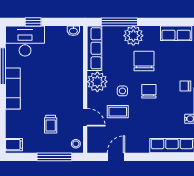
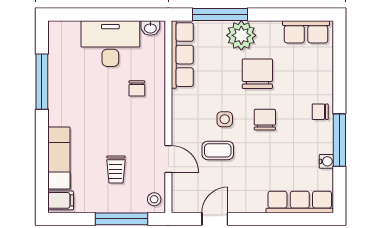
window: (33, 22) -> (90, 15), removed
desk: (25, 41) -> (110, 44), moved
chair: (64, 71) -> (137, 88), added
plant: (97, 82) -> (187, 105), removed
exam couch: (13, 89) -> (59, 158), moved

